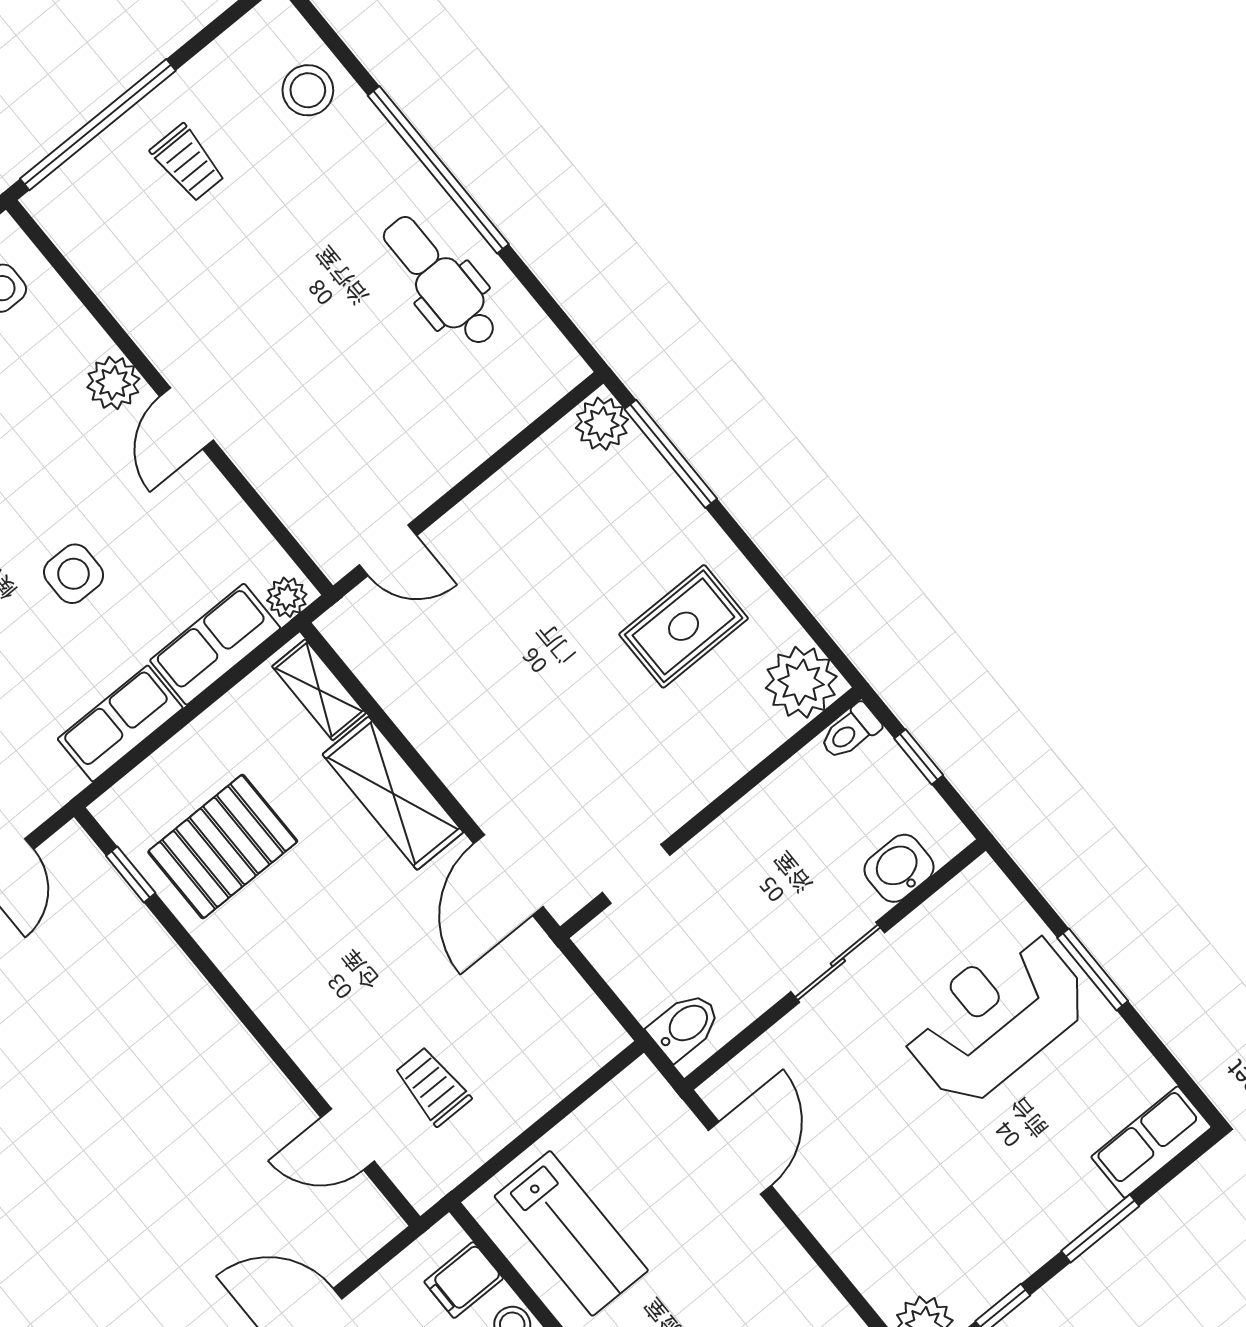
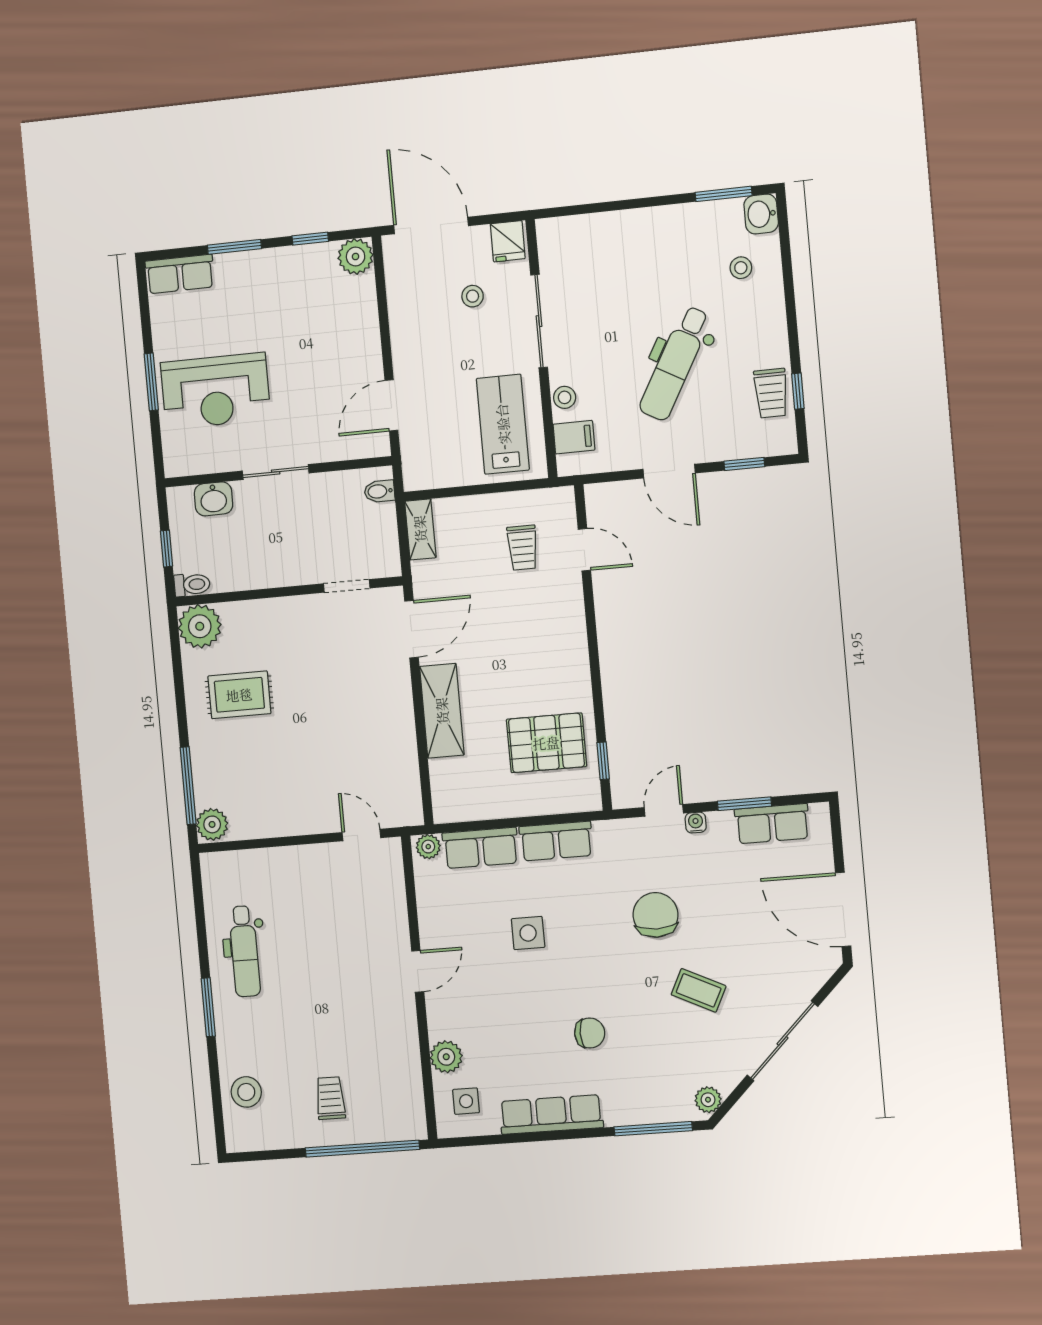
window: (438, 170) -> (208, 1007), width x0.47
plant: (113, 383) -> (446, 1057), moved
shelving: (319, 690) -> (420, 529), moved
bidet: (685, 1026) -> (379, 491), width x0.72, depth x0.74

